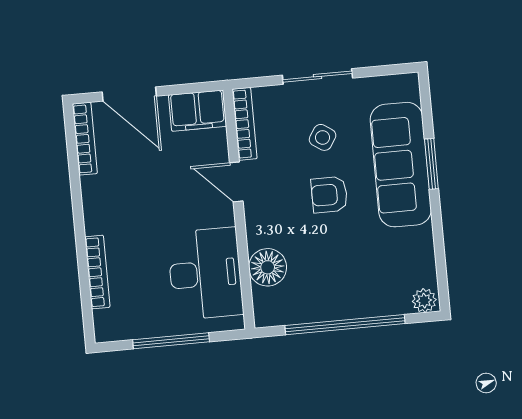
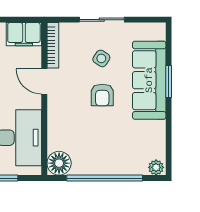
armchair: (329, 195) -> (102, 95), turned -90
floor lamp: (268, 267) -> (59, 163), moved

